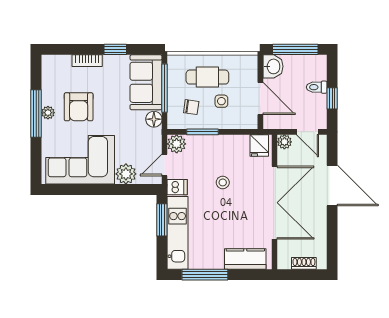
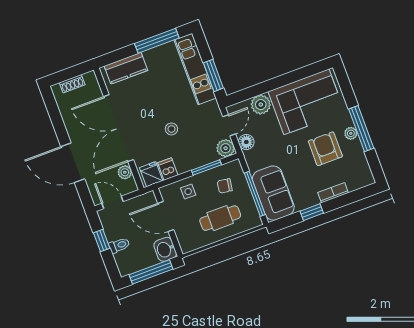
side table: (221, 101) -> (188, 192), moved
floor lamp: (154, 119) -> (246, 142), moved
plant: (284, 142) -> (125, 172), moved
dishwasher: (177, 187) -> (168, 169), moved, turned 90

